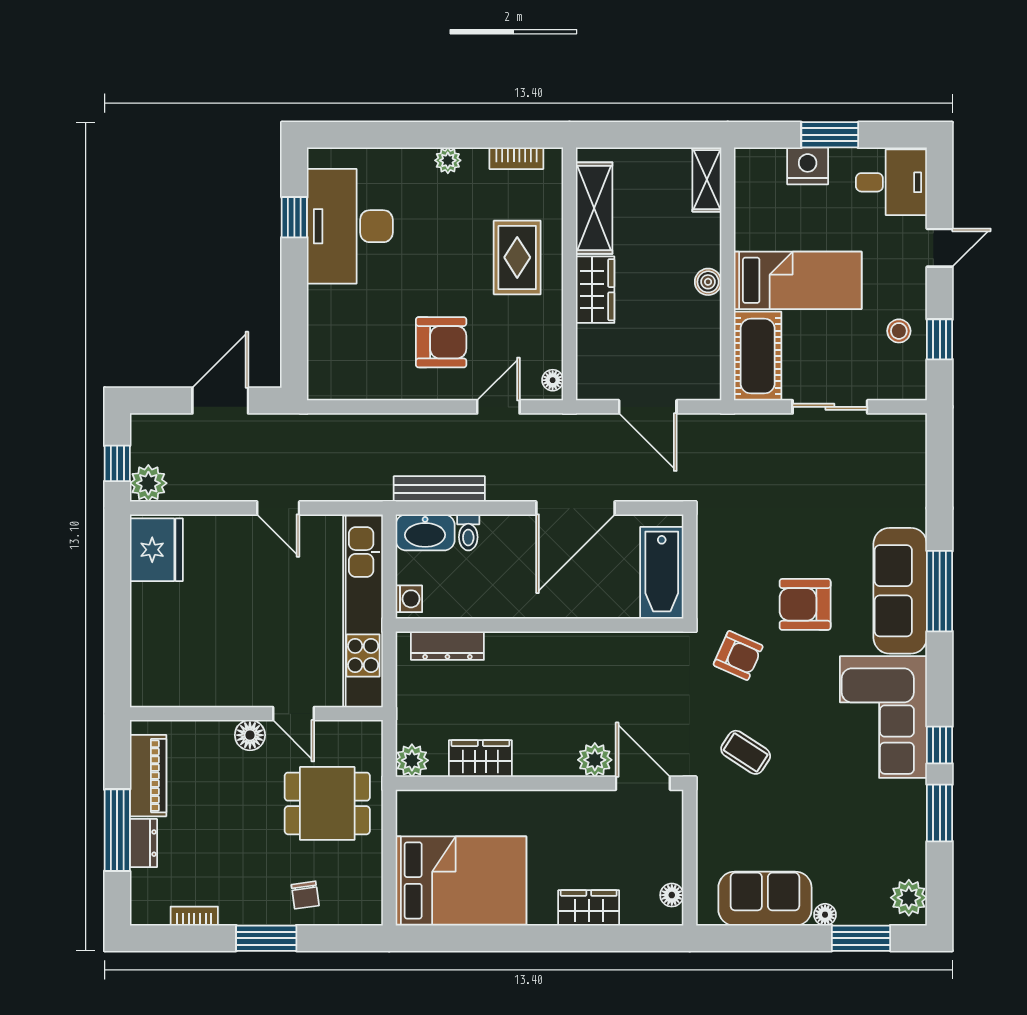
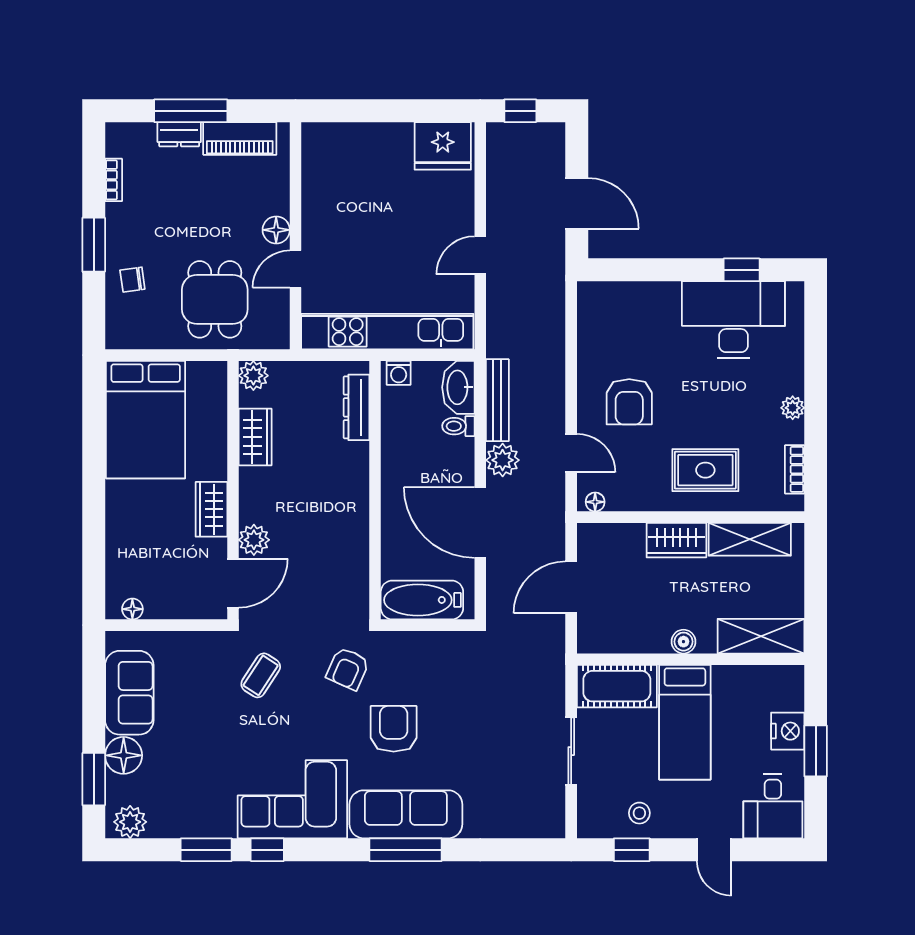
shelving: (707, 180) -> (761, 636), width x1.50, depth x1.33
plant: (148, 483) -> (503, 460), moved
wardrobe: (589, 908) -> (211, 509), moved, turned 180
floor lamp: (825, 915) -> (124, 755), width x1.89, depth x1.89

